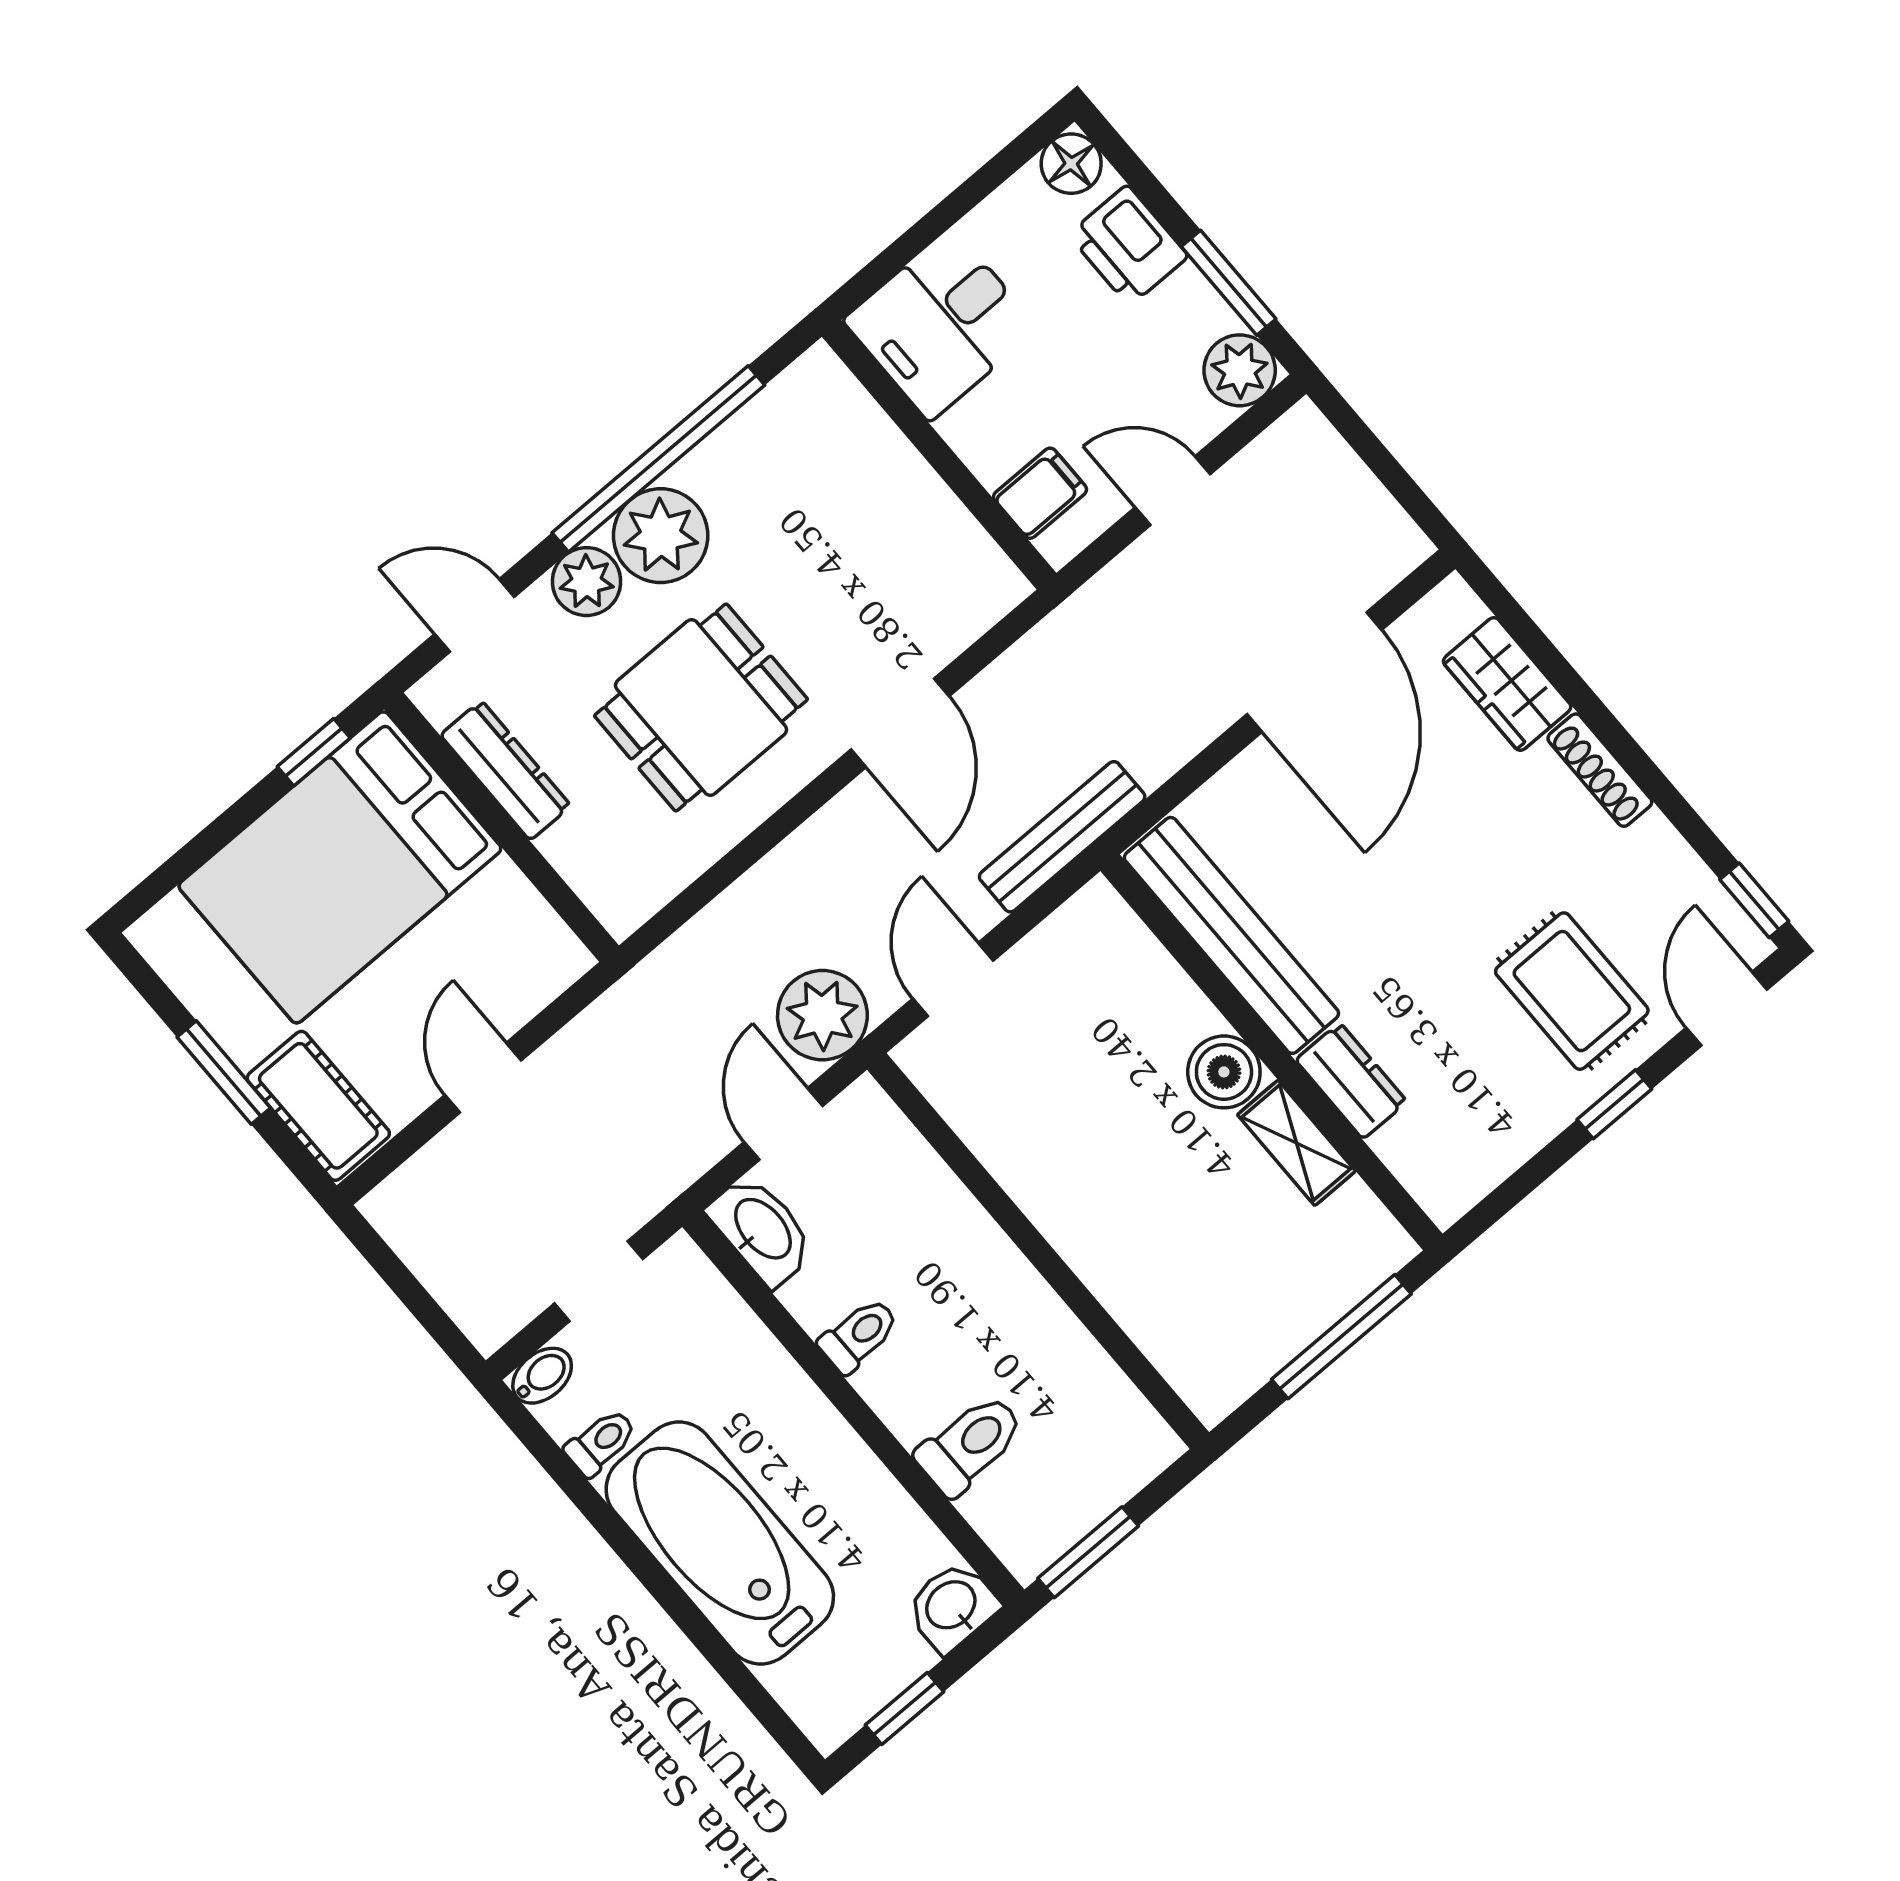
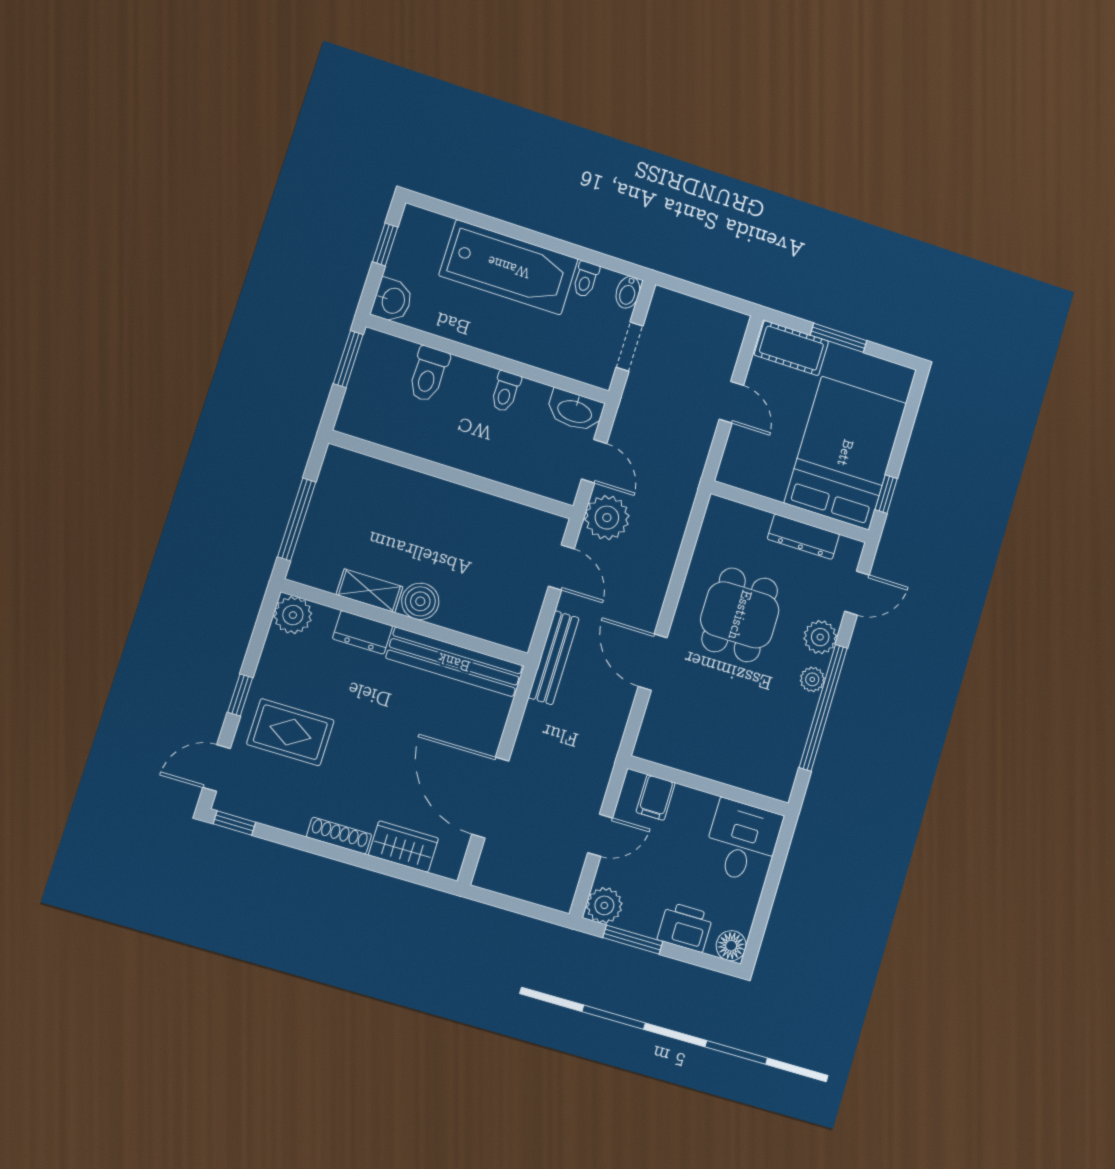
plant: (661, 536) -> (812, 679), width x0.53, depth x0.53
door: (1727, 1009) -> (217, 768), swing flipped
plant: (1447, 1182) -> (293, 615), added

